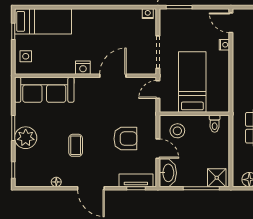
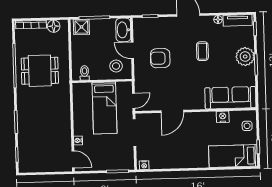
nightstand: (83, 68) -> (223, 117), moved
tv unit: (136, 180) -> (238, 20), moved

